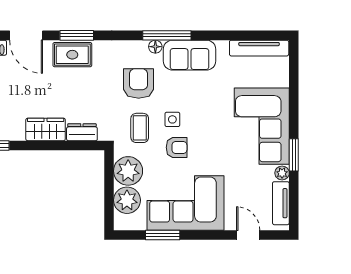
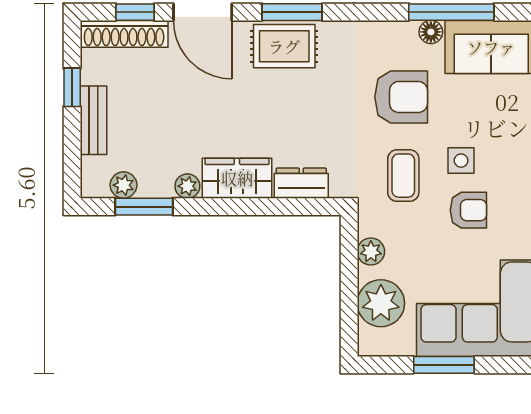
armchair: (139, 83) -> (401, 97), turned 90
plant: (18, 134) -> (187, 186), added
plant: (128, 171) -> (371, 252), width x0.53, depth x0.53

